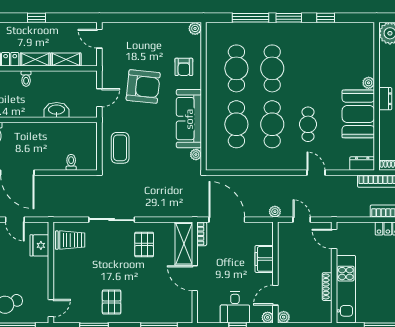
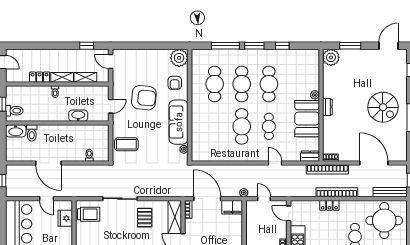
window: (37, 18) -> (87, 46), moved
plant: (195, 28) -> (179, 58), width x1.87, depth x1.87
cafe table: (236, 124) -> (269, 84), moved
coffee table: (120, 148) -> (126, 144), turned 90
filing cabinet: (264, 259) -> (232, 207), moved, turned -90

